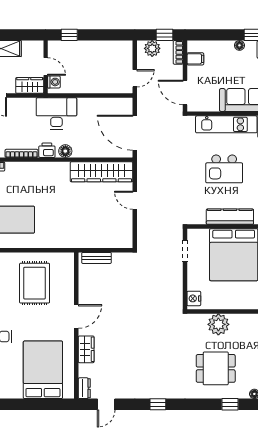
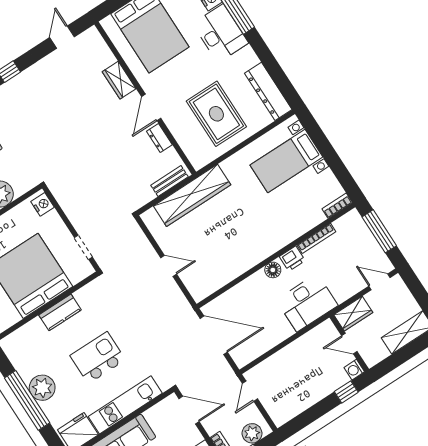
washing machine: (54, 82) -> (354, 370), moved
wardrobe: (102, 172) -> (192, 195), moved, turned 180
kitchen counter: (230, 217) -> (60, 312), width x0.67
dresser: (84, 388) -> (159, 138), moved

